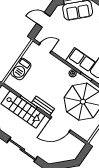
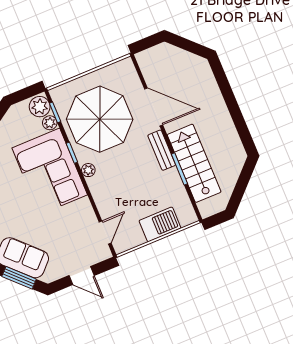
door: (45, 48) -> (105, 233), swing flipped
sliding door: (22, 150) -> (232, 105), removed

